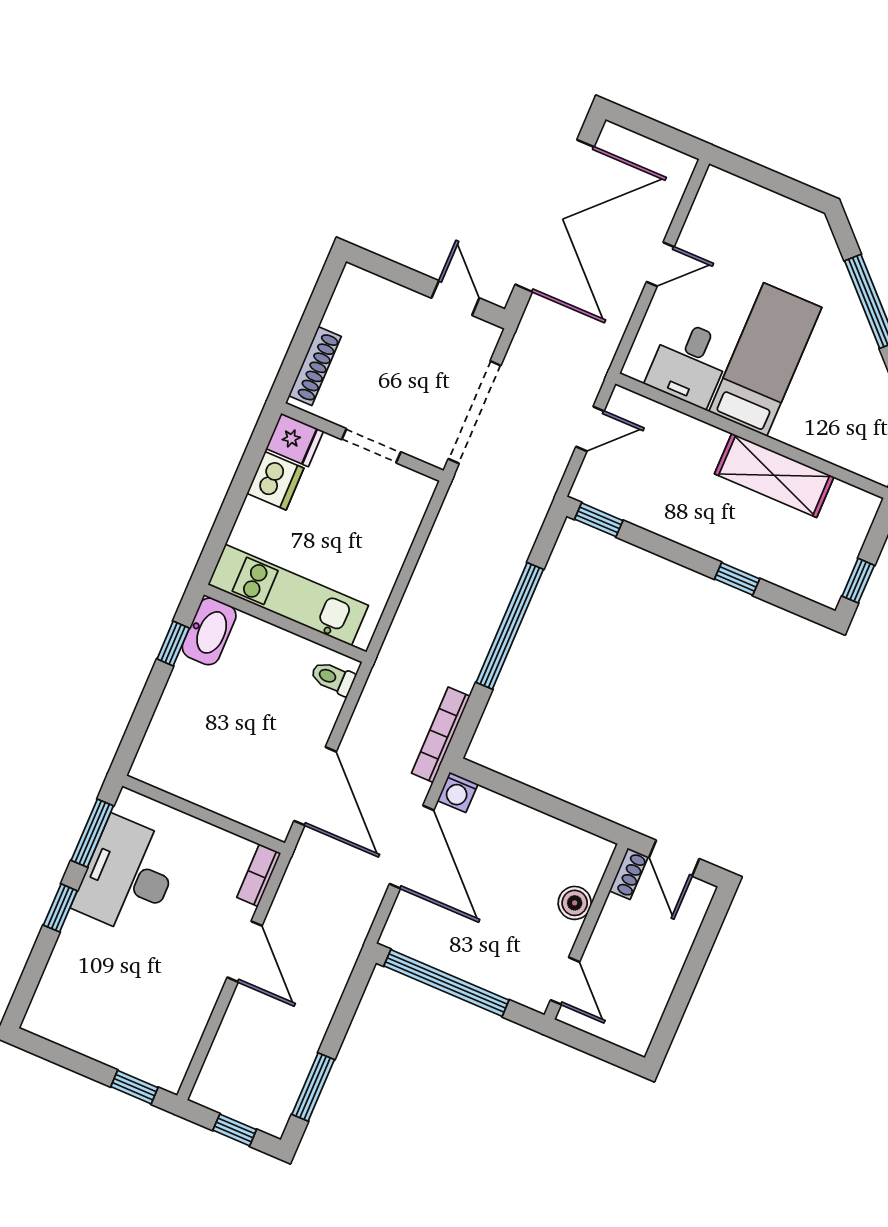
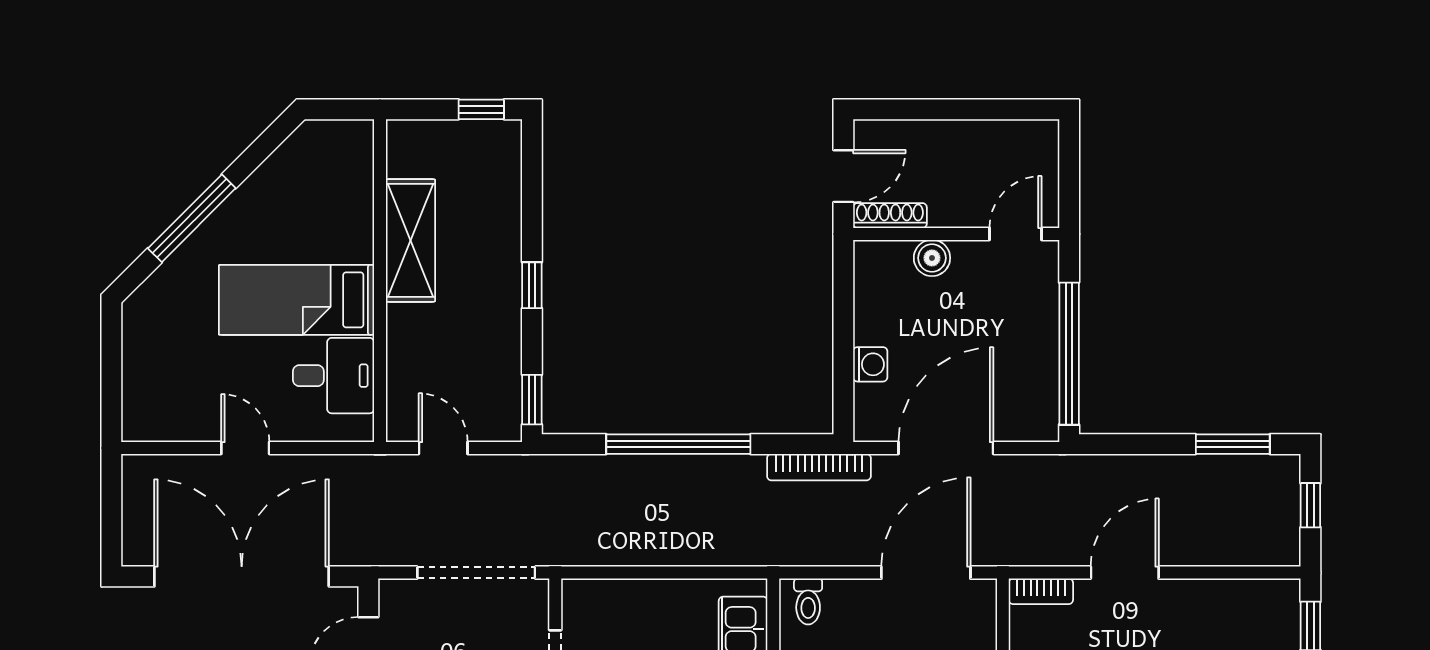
window: (737, 579) -> (532, 285), moved
washing machine: (458, 792) -> (870, 364), moved
shoe rack: (629, 874) -> (890, 216), width x1.43

